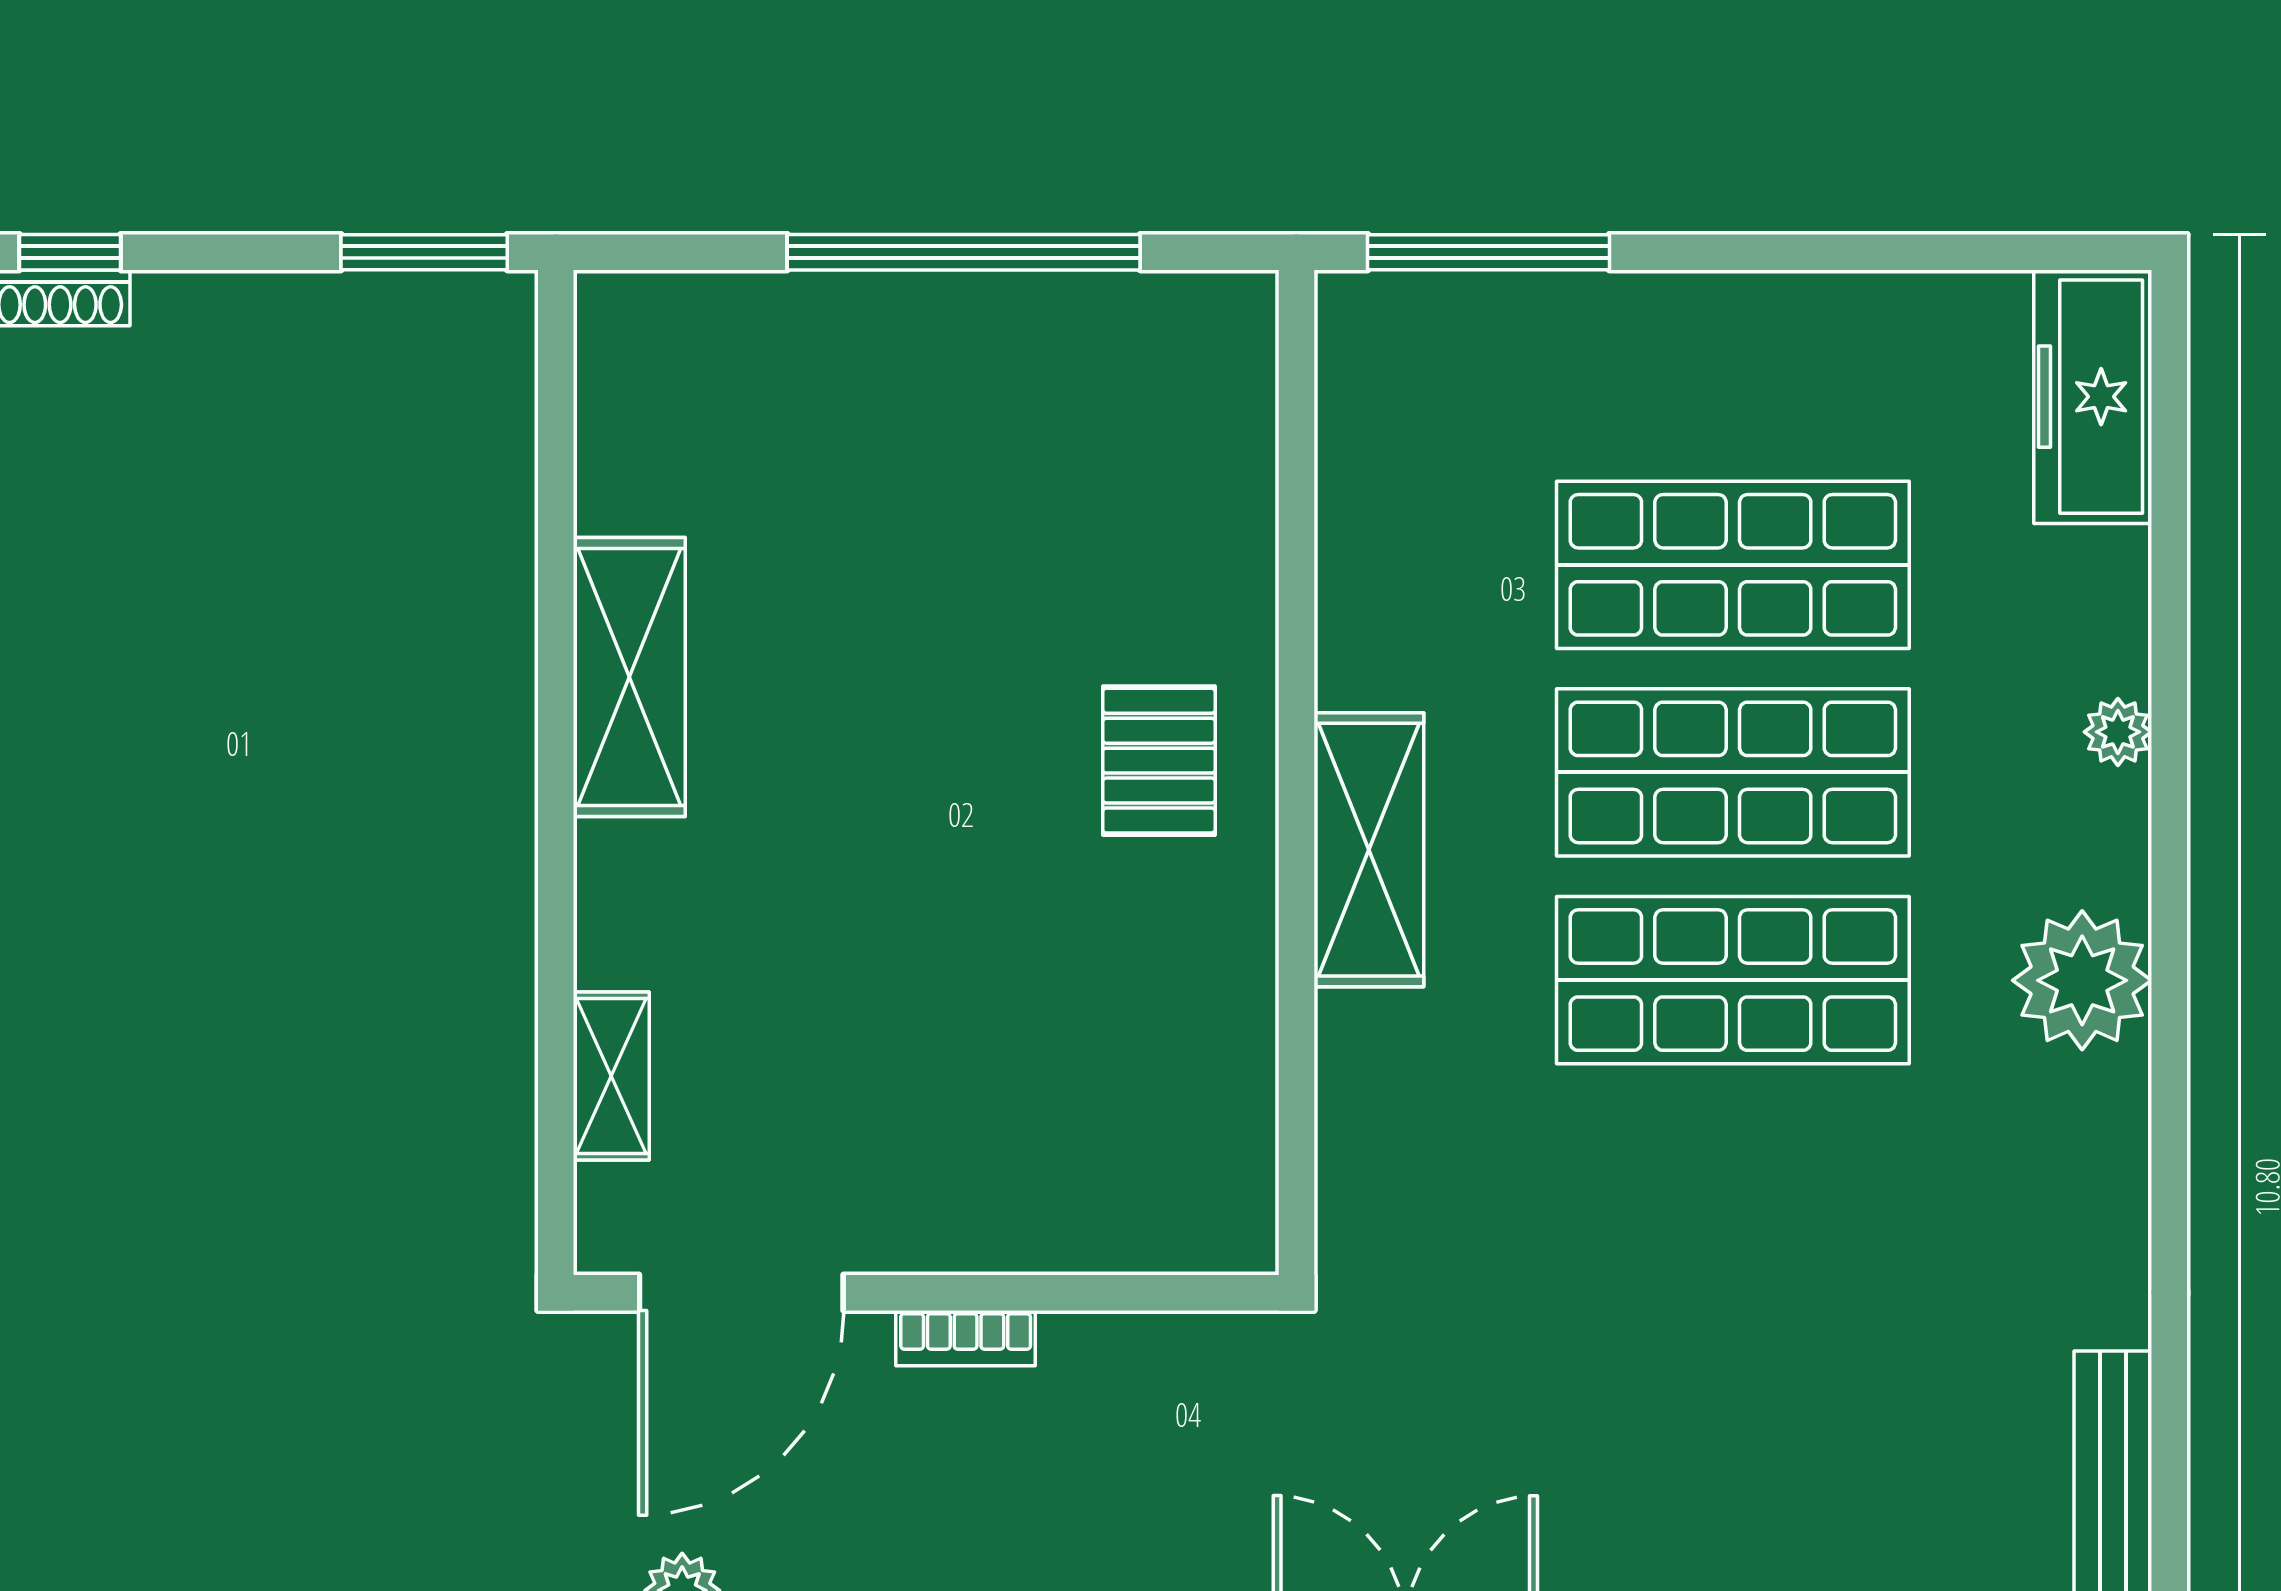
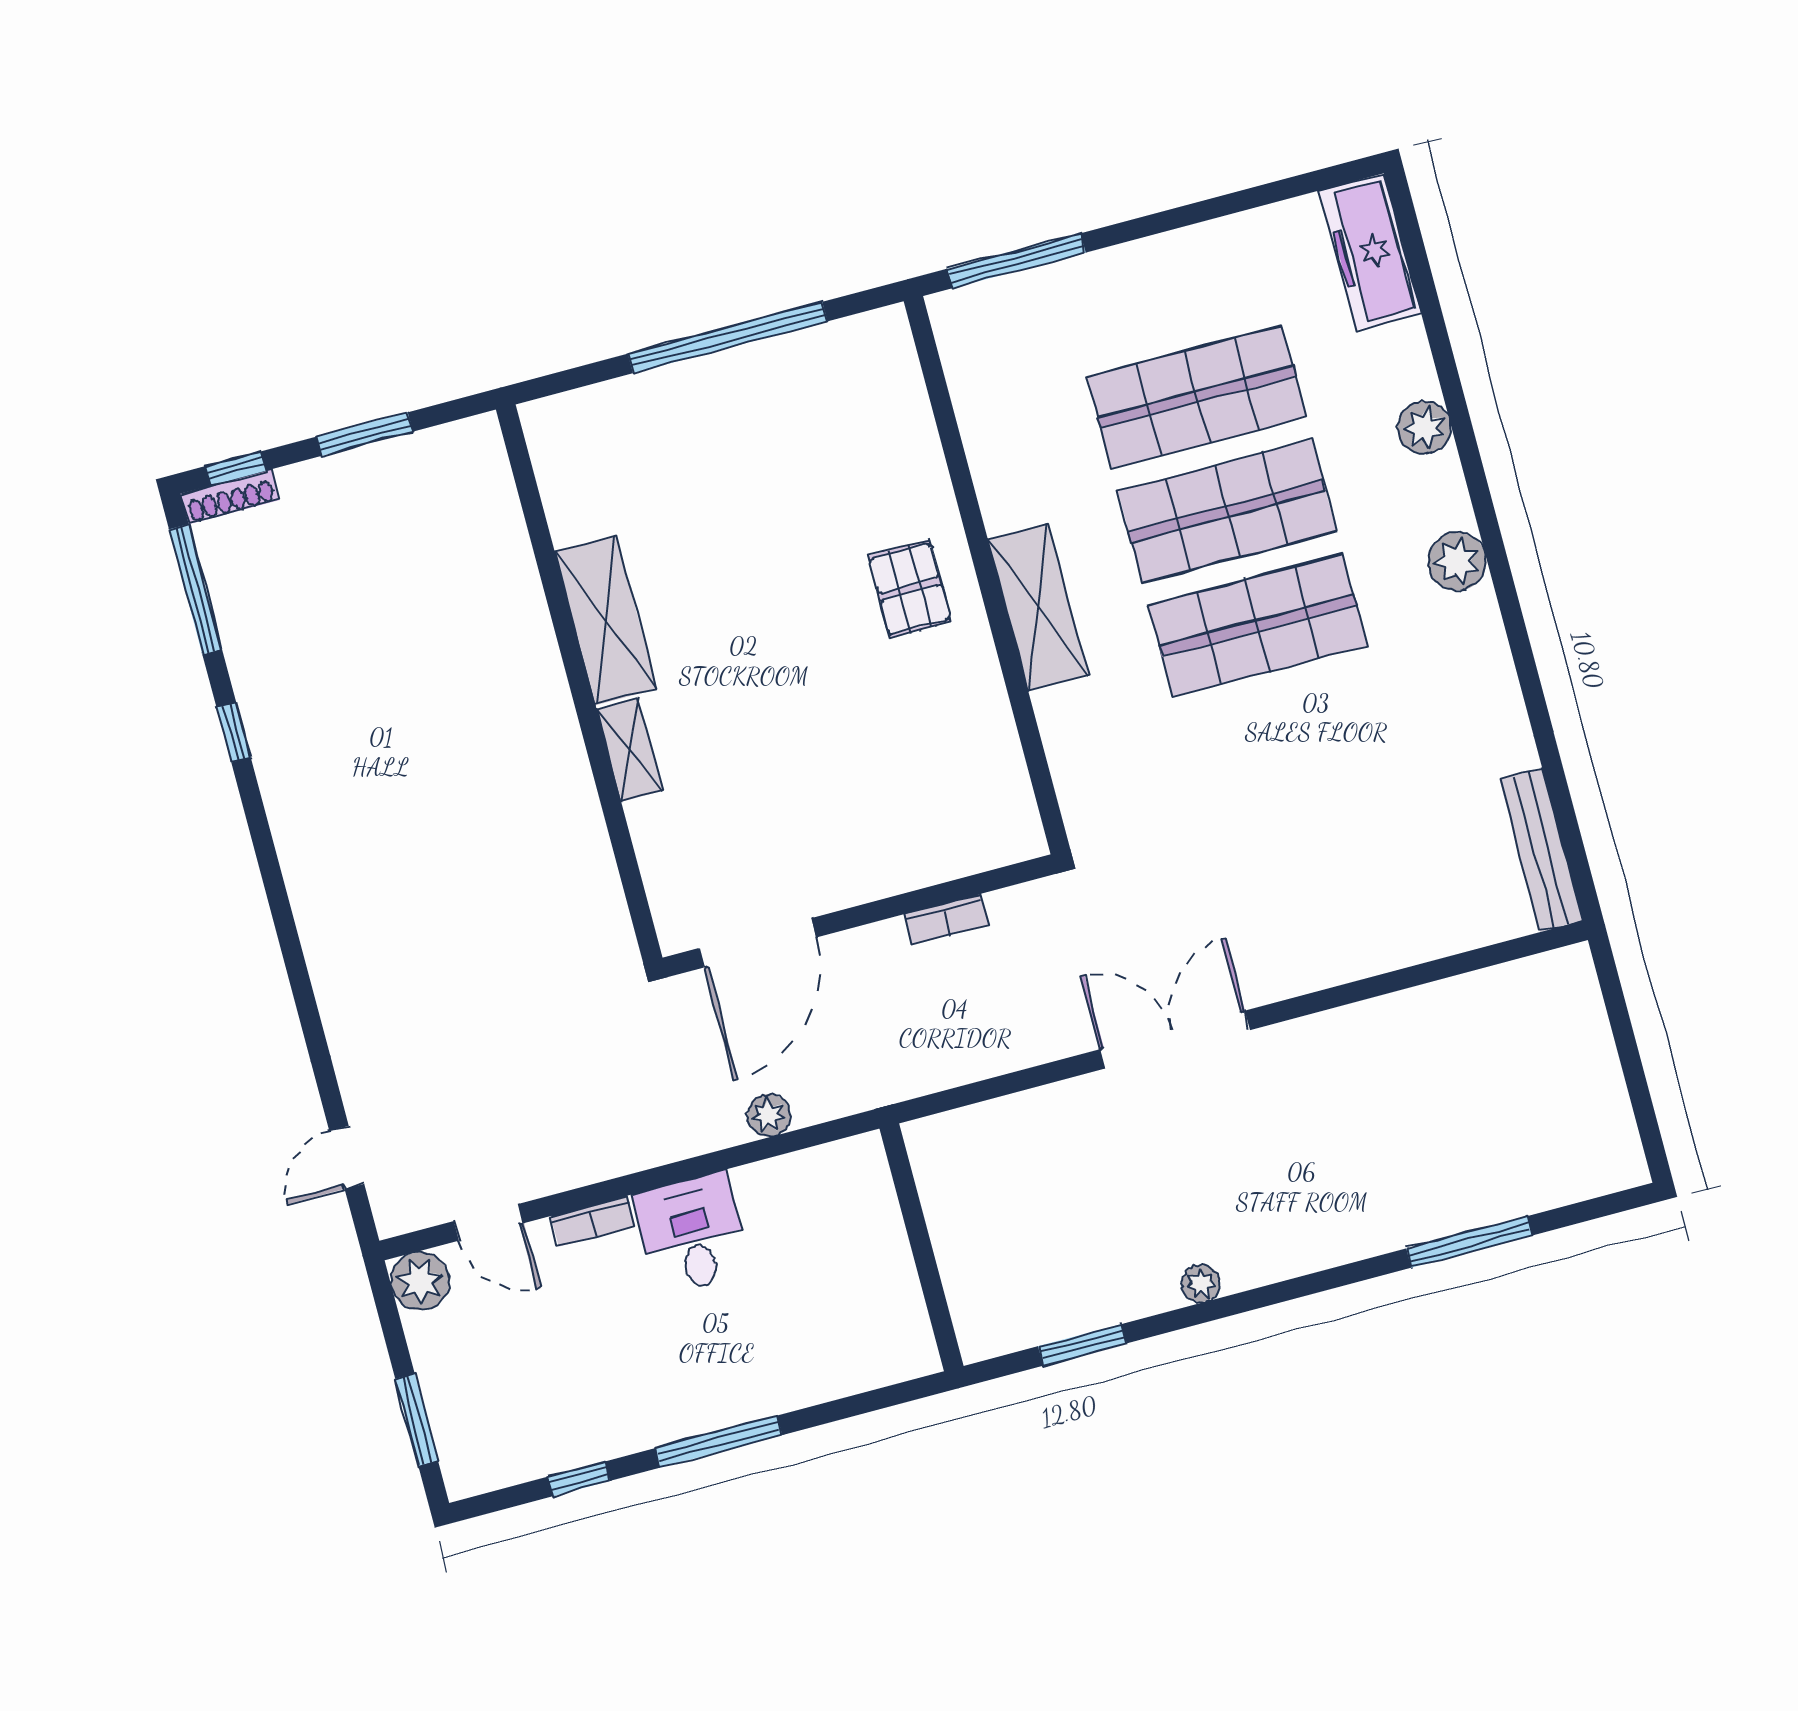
window: (424, 252) -> (365, 434), moved
plant: (2118, 732) -> (1424, 427), width x1.38, depth x1.38
plant: (2082, 980) -> (1457, 562), width x0.73, depth x0.73
shelving: (611, 1076) -> (630, 750), moved
bookcase: (966, 1338) -> (946, 919), moved

